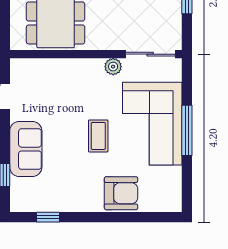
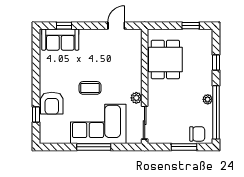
sofa: (26, 149) -> (60, 40), moved
window: (48, 217) -> (36, 114), moved

